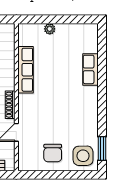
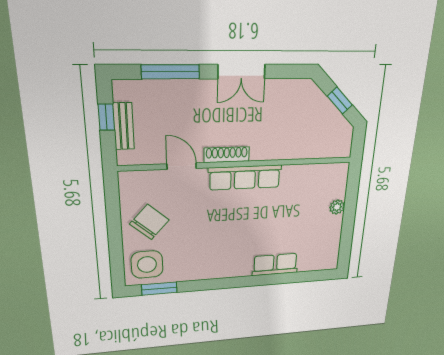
row of seats: (26, 70) -> (245, 177), moved
chair: (53, 153) -> (149, 222), turned 132

